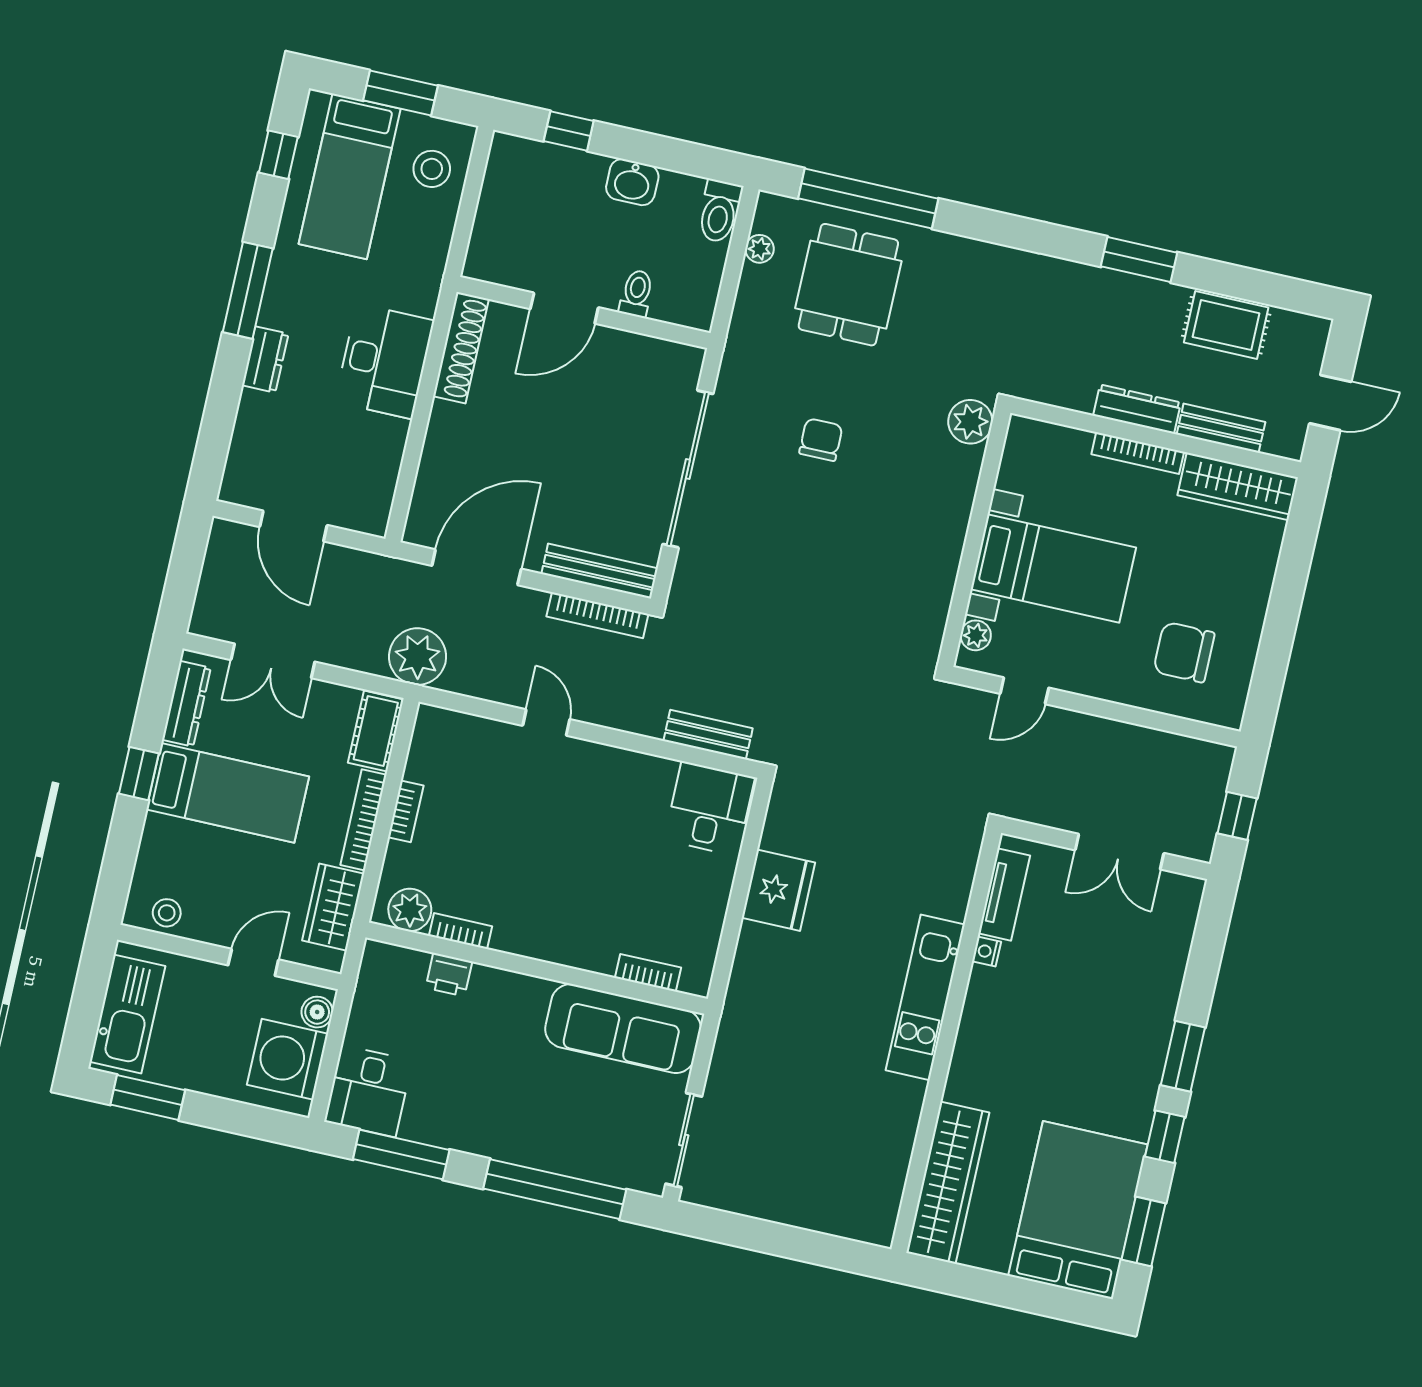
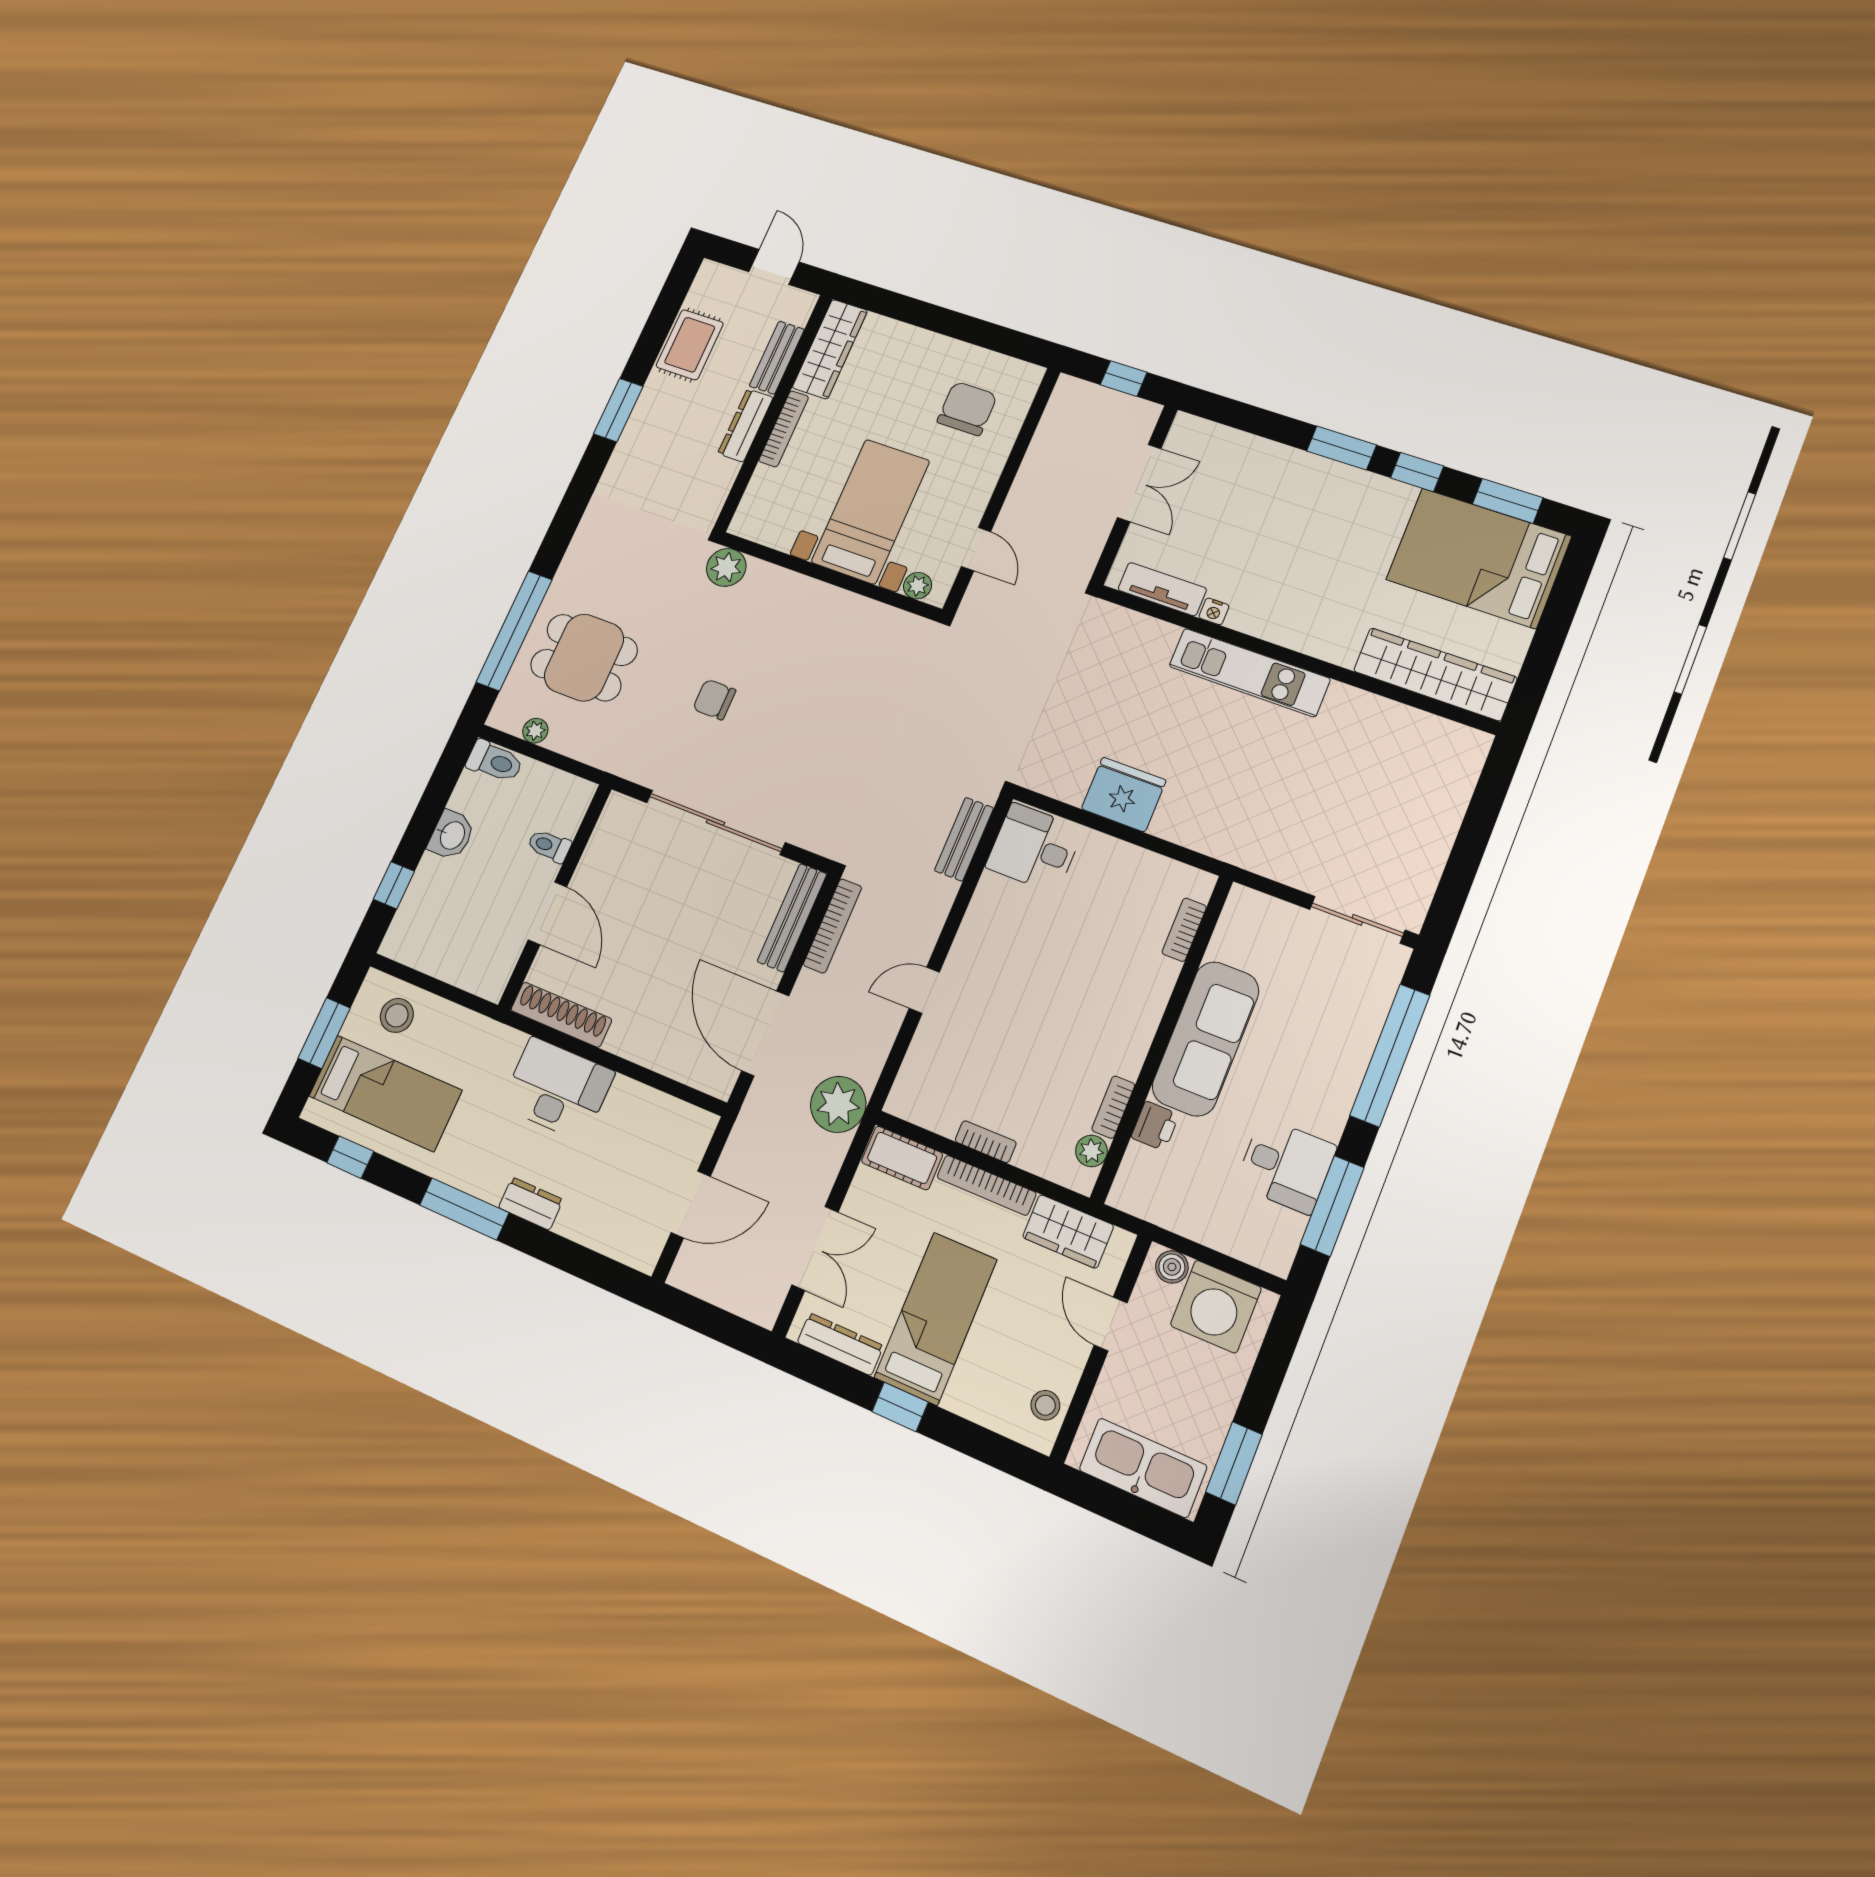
chair: (1184, 652) -> (967, 408), turned 180
plant: (410, 910) -> (1091, 1151), width x0.73, depth x0.73
sofa: (623, 1029) -> (1206, 1039), moved
desk: (368, 1091) -> (1286, 1166), moved

